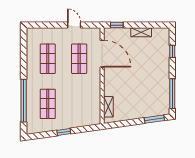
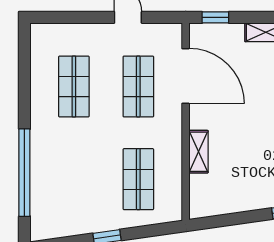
shop shelf: (48, 104) -> (138, 179), moved
shelving: (108, 107) -> (198, 152), moved

